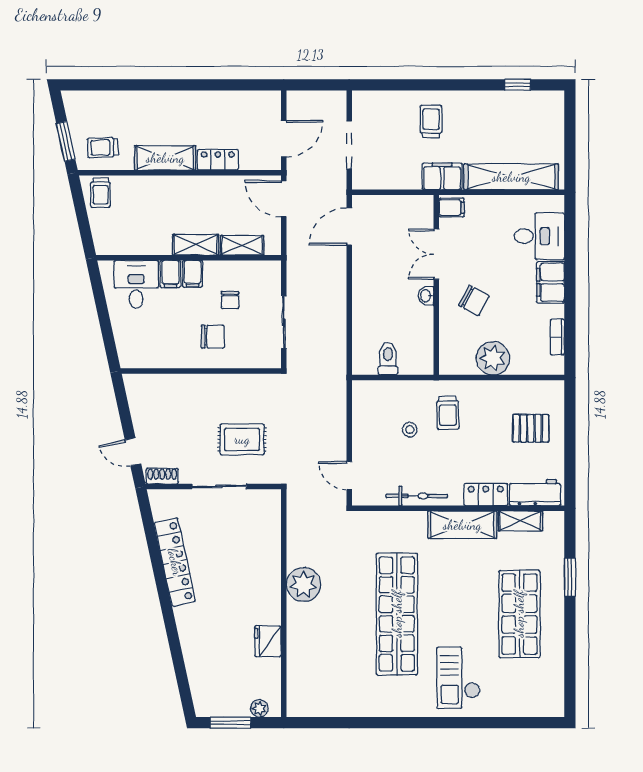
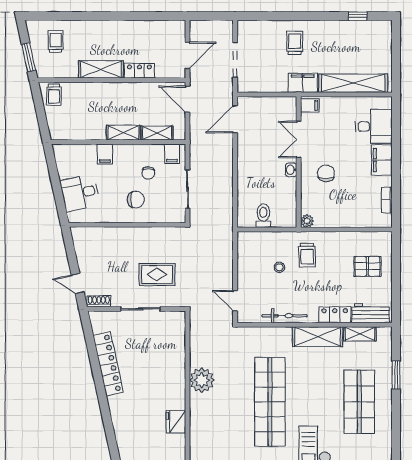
trolley: (103, 147) -> (56, 41), moved, turned 92
filing cabinet: (193, 274) -> (172, 154), moved
desk: (136, 284) -> (80, 193), moved, turned -102
chair: (474, 301) -> (326, 173), turned -118
plant: (493, 358) -> (307, 221), moved, width x0.53, depth x0.53

